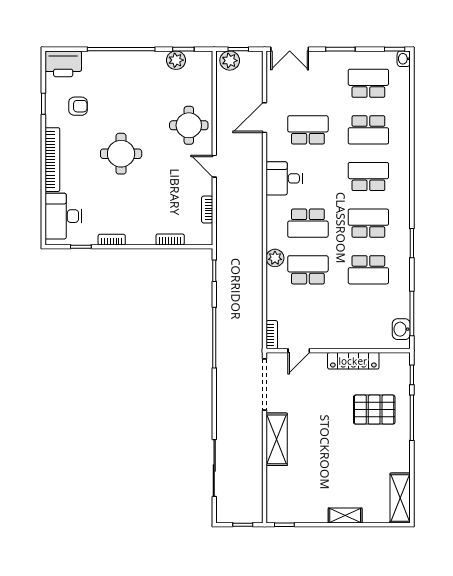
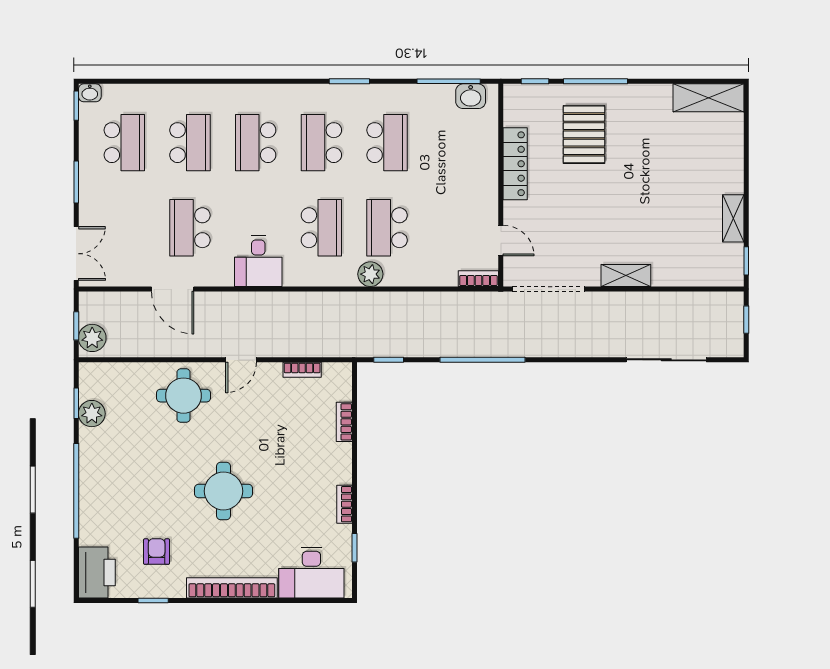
school desk: (368, 83) -> (124, 143), turned 180
shelving: (277, 439) -> (626, 275), width x0.67, depth x0.75
shelving: (345, 516) -> (733, 218), moved

